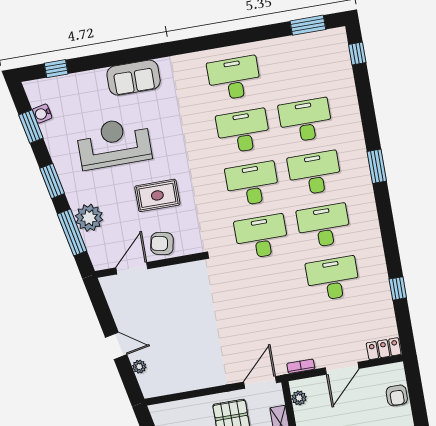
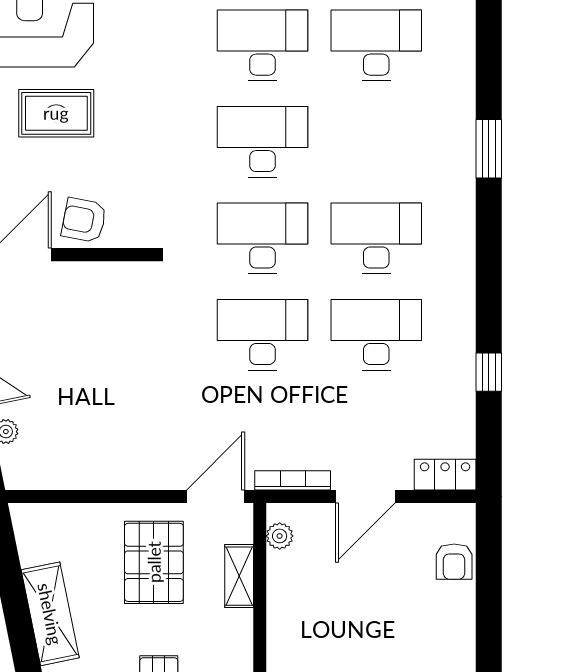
desk: (315, 173) -> (262, 335), moved
rug: (157, 195) -> (56, 113), moved
bookcase: (301, 366) -> (293, 480), width x1.56

